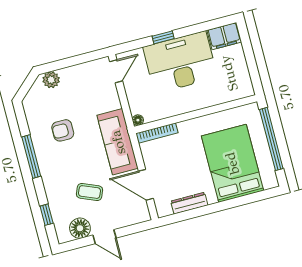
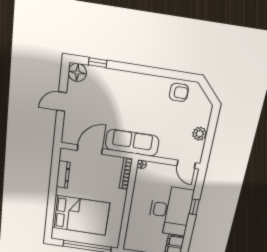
plant: (51, 80) -> (200, 134), moved
armchair: (63, 130) -> (179, 92), moved, turned 90
window: (31, 156) -> (151, 71), removed
coffee table: (89, 192) -> (102, 105), removed
floor lamp: (80, 228) -> (77, 72), moved

